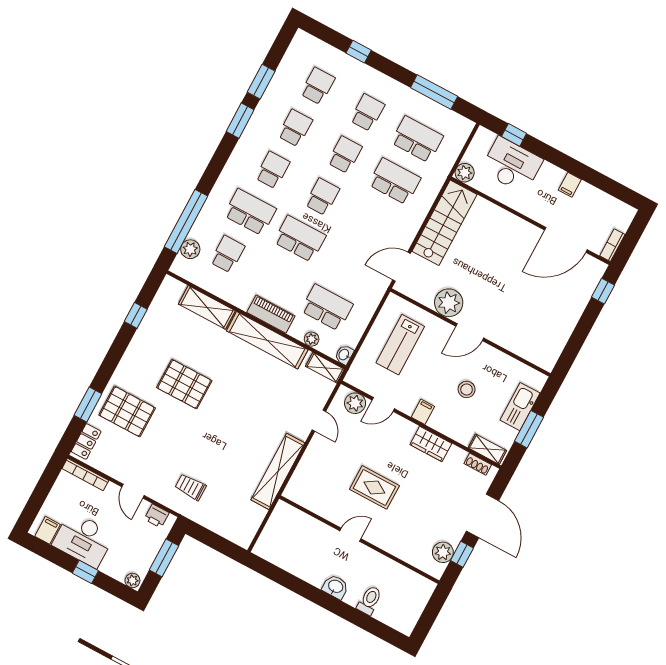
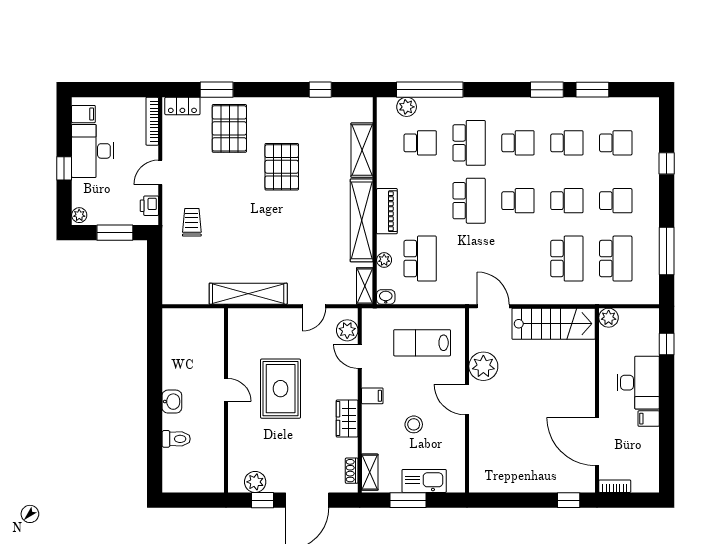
desk: (512, 165) -> (638, 383), moved
rug: (374, 487) -> (281, 389), width x1.36, depth x1.43

